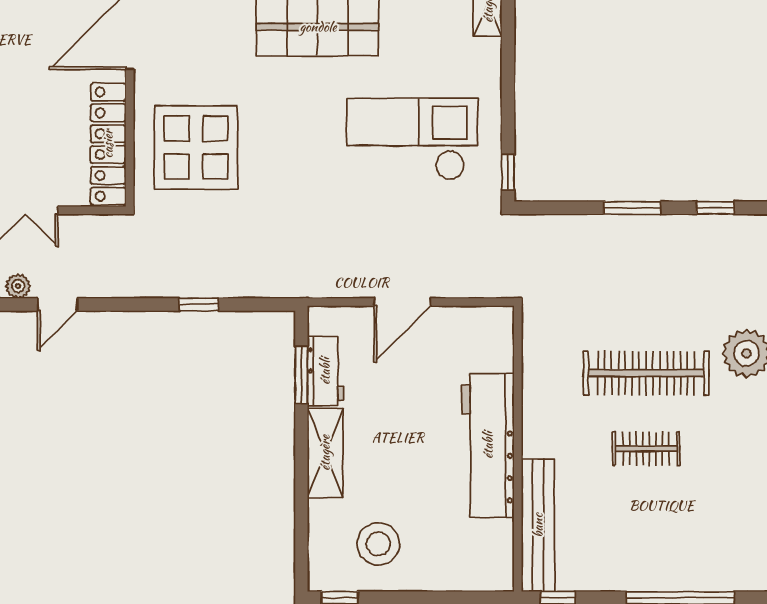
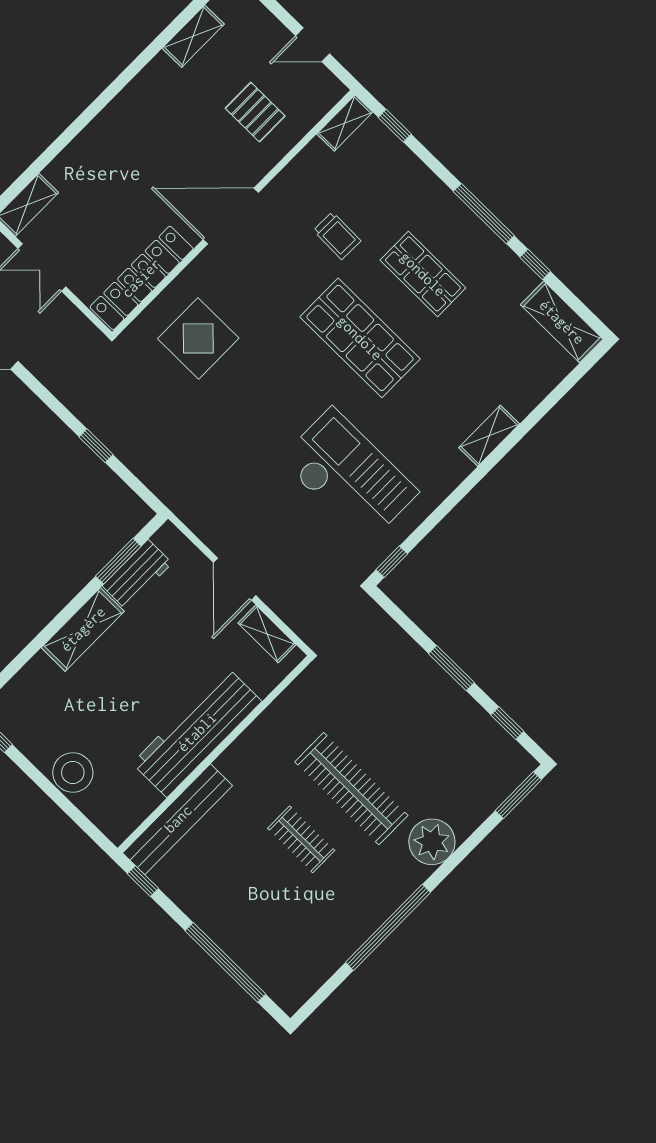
display table: (196, 148) -> (198, 338), width x0.73, depth x0.73
door: (402, 302) -> (235, 579), hinge flipped
shelving: (468, 319) -> (267, 634), added
stool: (378, 544) -> (73, 772), moved

